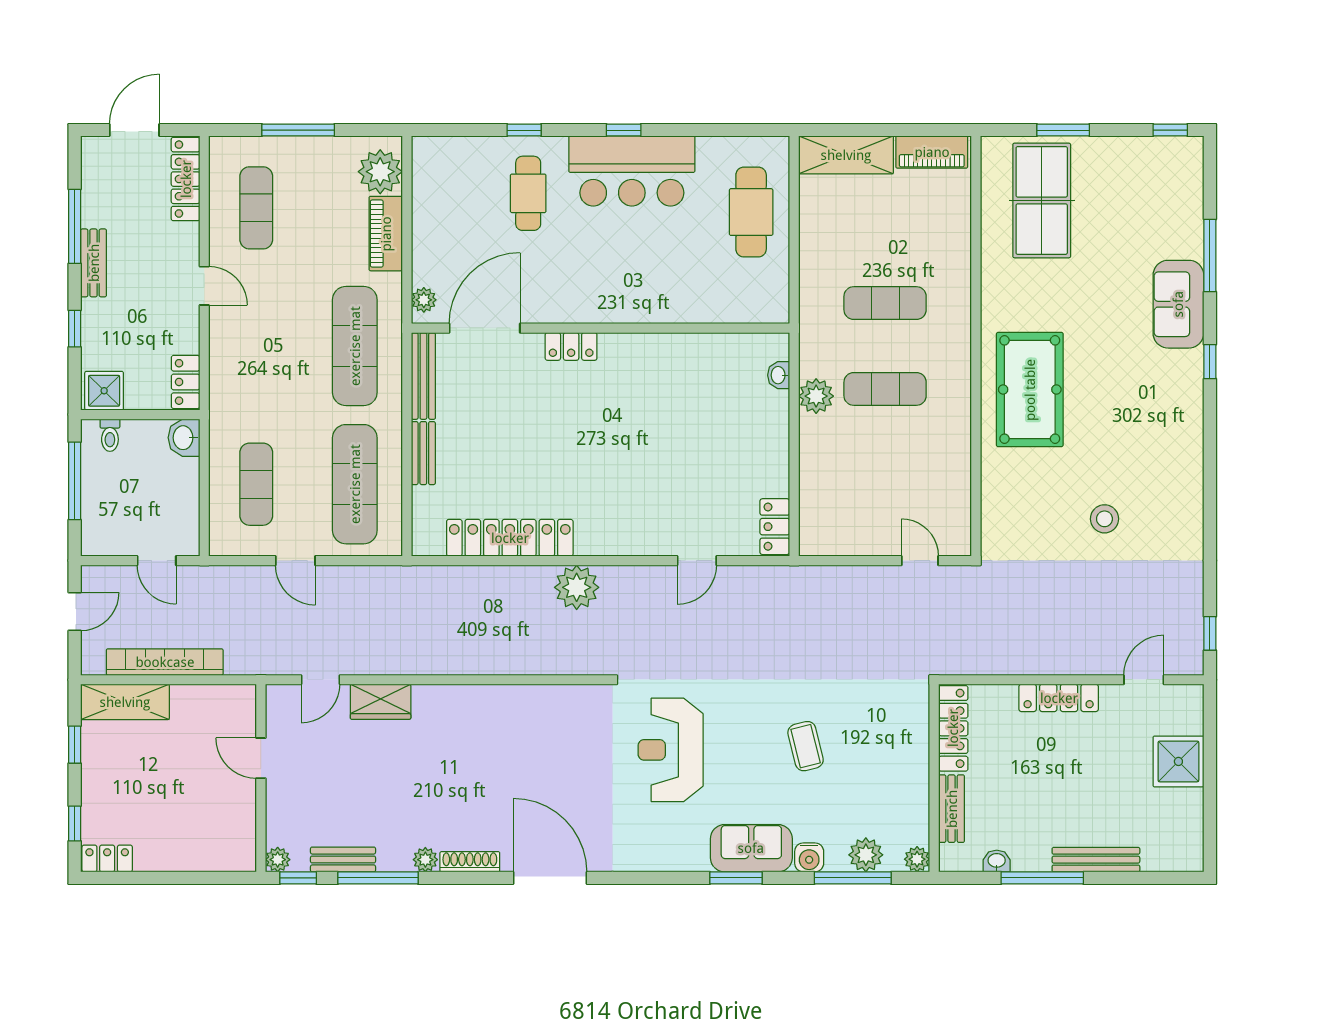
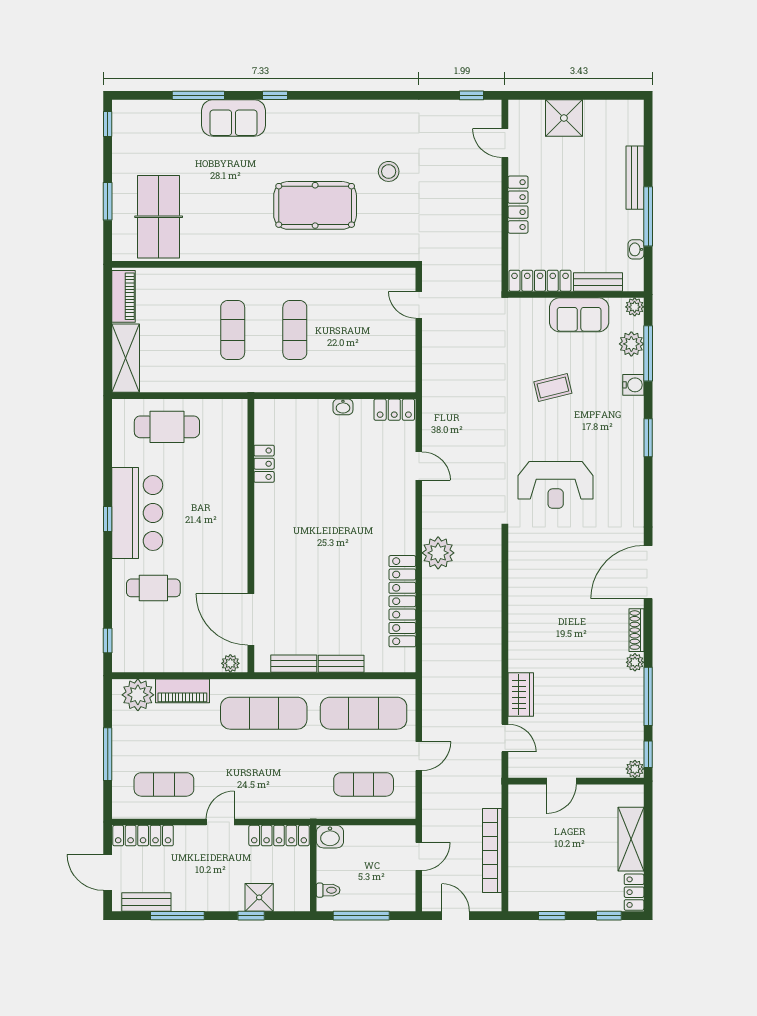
window: (524, 130) -> (108, 640), moved
table tennis table: (1042, 200) -> (159, 217), turned 90
bench: (94, 263) -> (146, 902), moved
locker: (571, 346) -> (264, 464), moved
washbasin: (779, 375) -> (343, 407), moved
bench: (423, 376) -> (294, 664), width x0.73
locker: (186, 382) -> (279, 836), width x1.53
pool table: (1030, 390) -> (315, 205), moved
shower: (104, 391) -> (259, 897), moved
plant: (816, 396) -> (300, 380), removed
door: (920, 561) -> (419, 305), hinge flipped
shelving: (125, 702) -> (631, 839), moved
sofa: (751, 848) -> (579, 315), moved, turned -90
bench: (343, 859) -> (635, 722), removed

